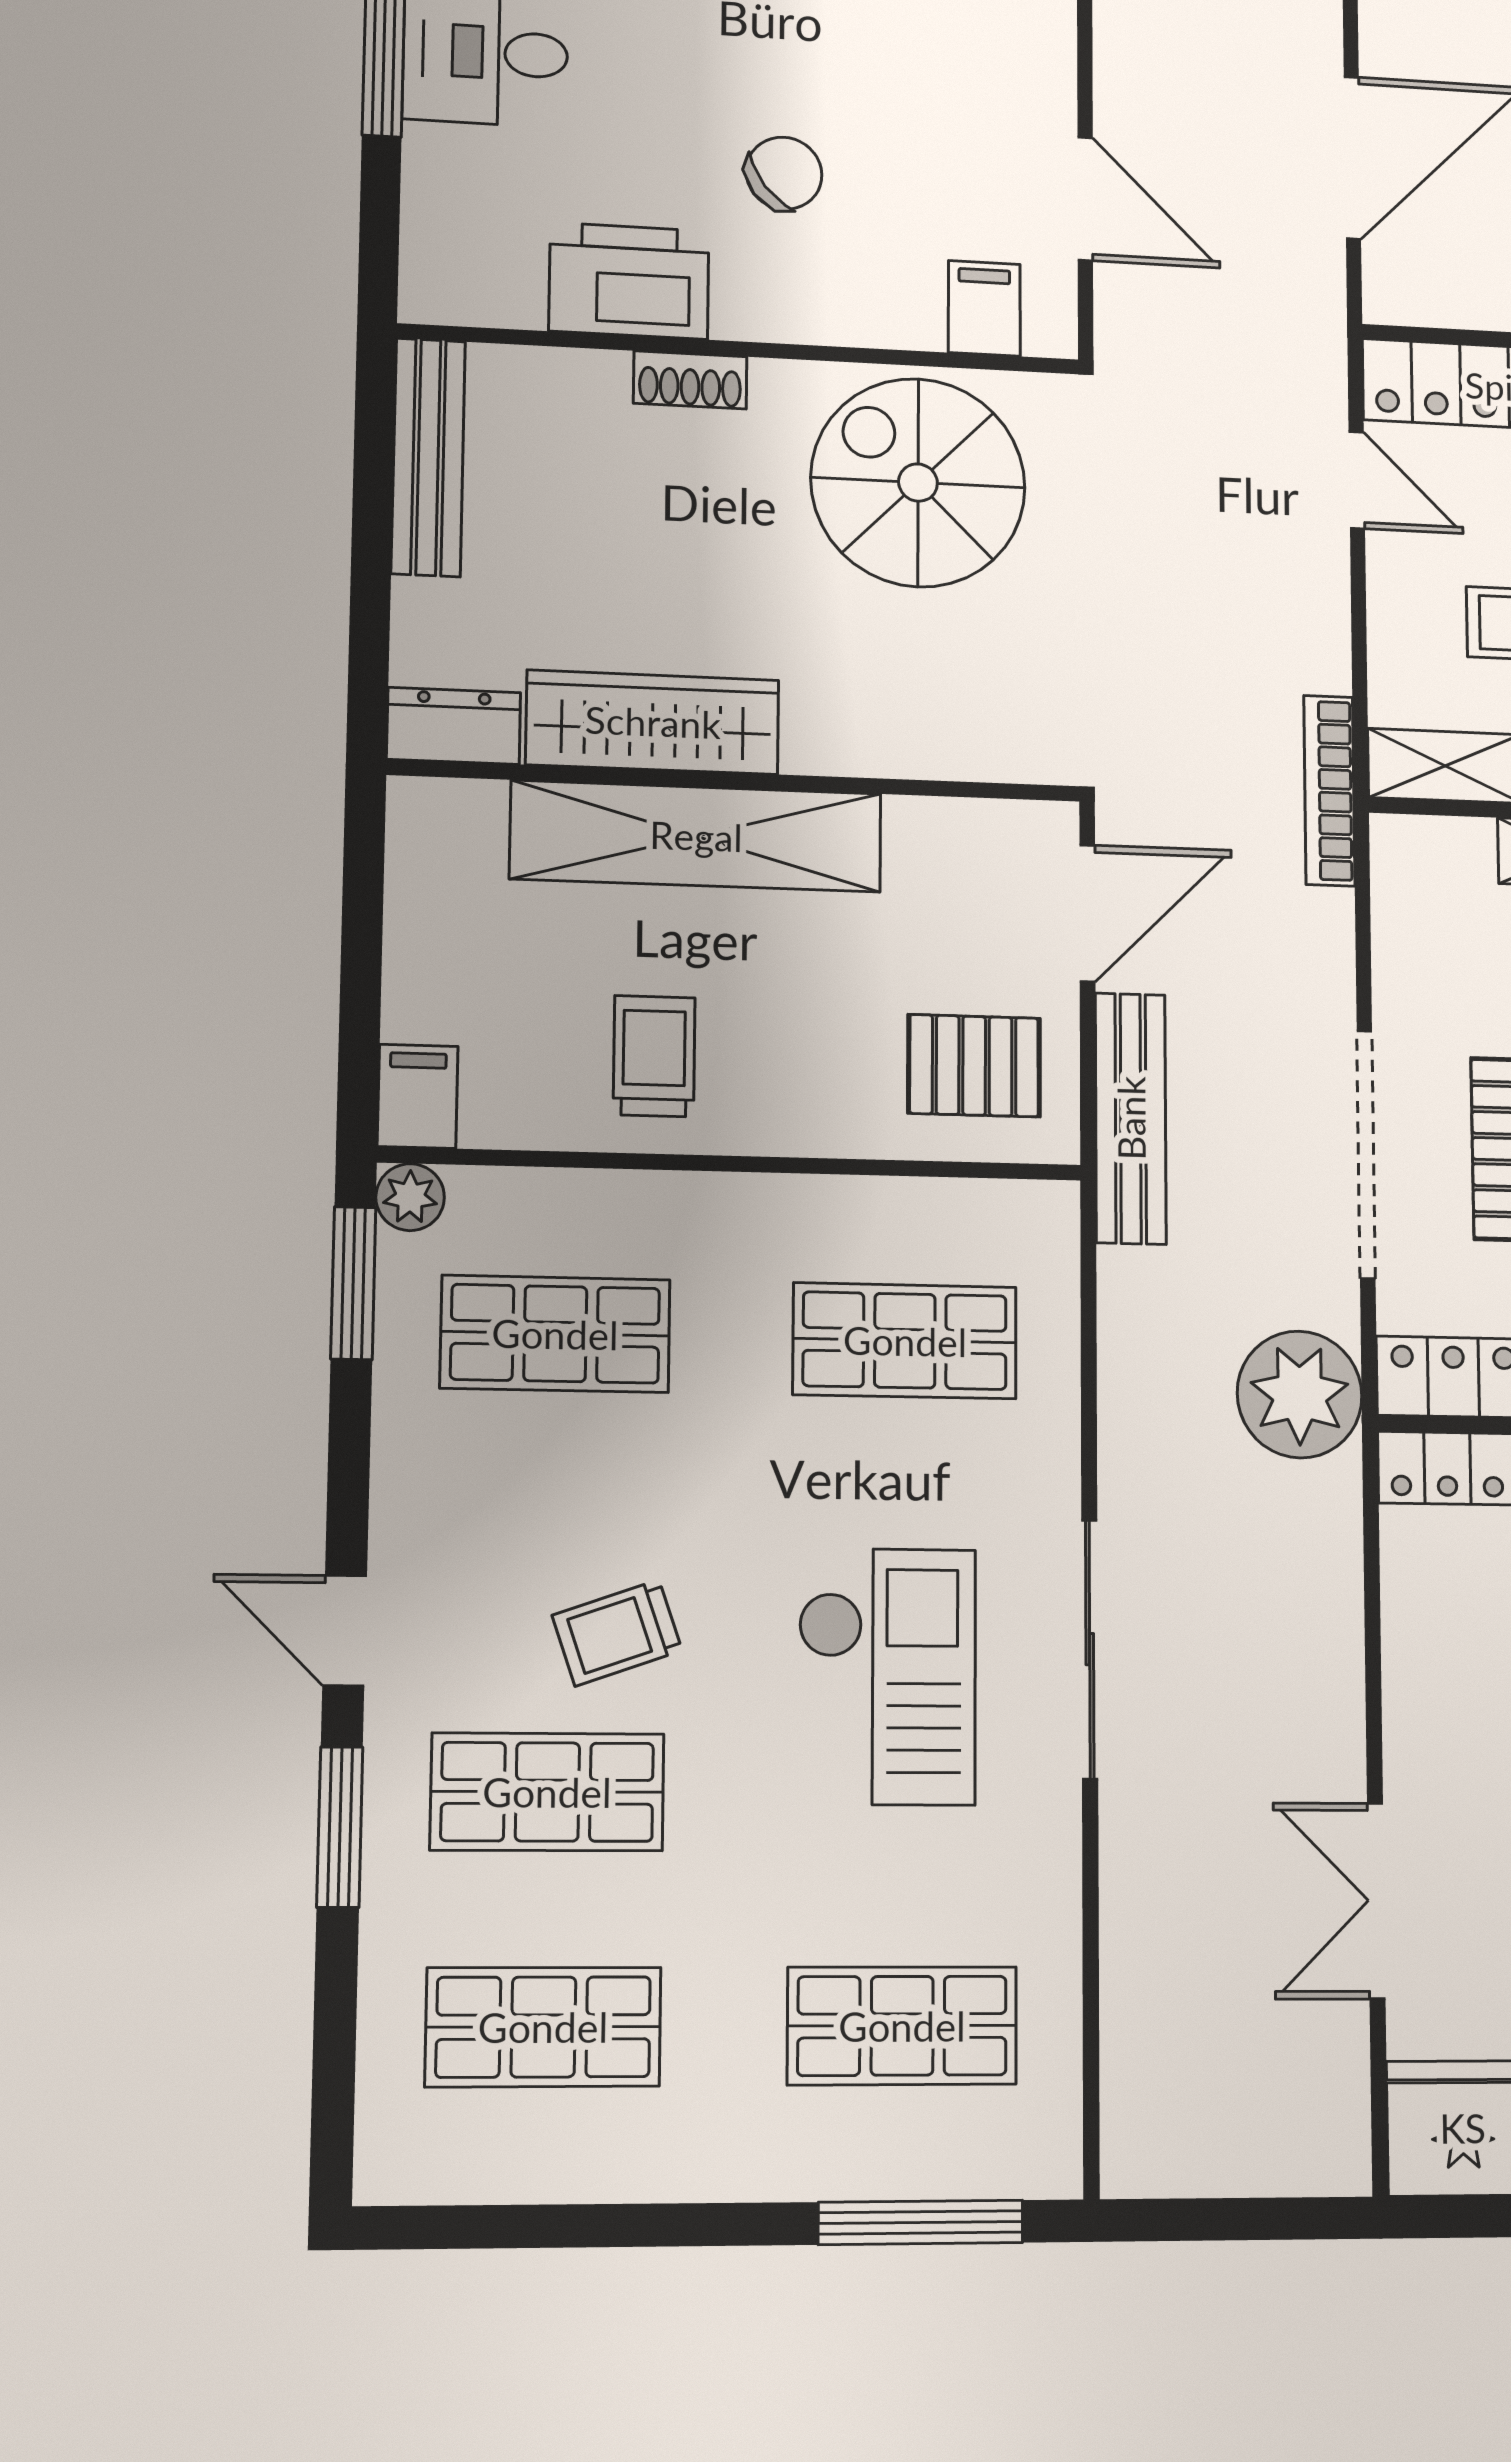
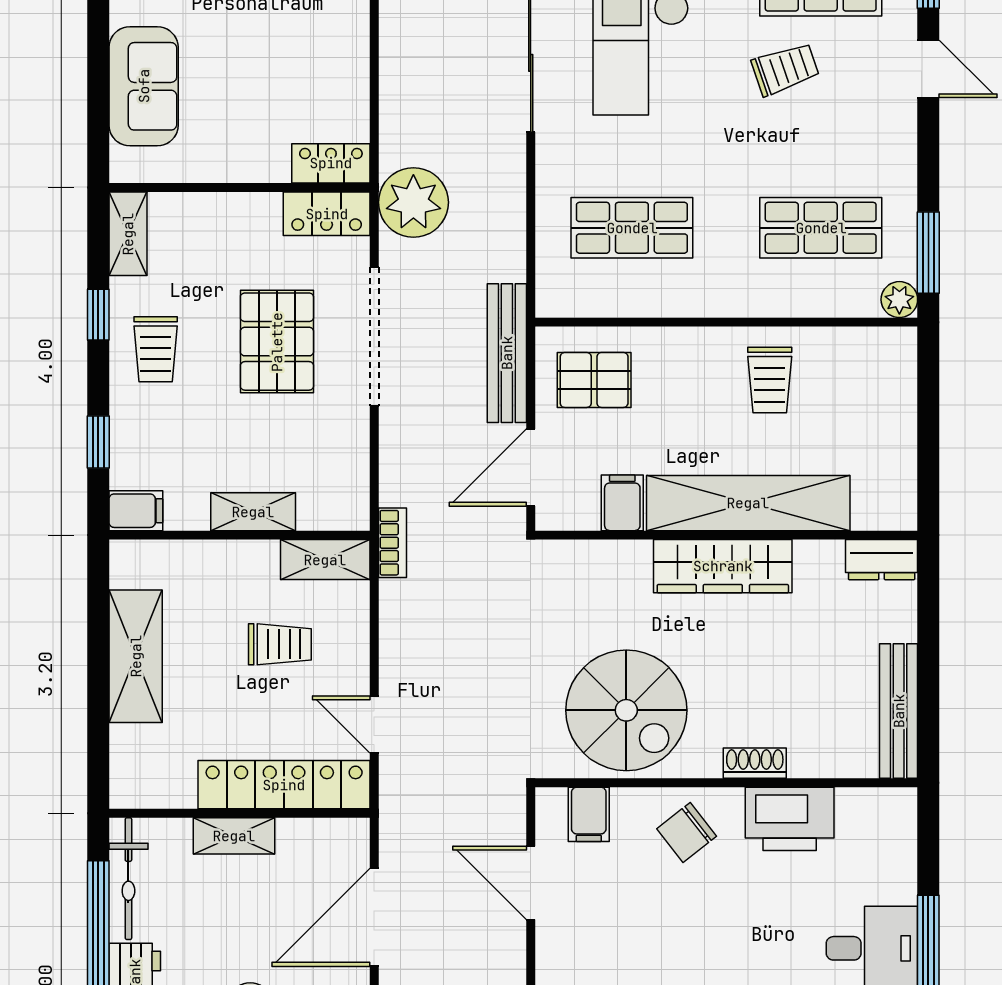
chair: (784, 173) -> (687, 832), moved
wardrobe: (653, 722) -> (723, 566), moved
bookcase: (1329, 791) -> (393, 543), width x0.64
filing cabinet: (418, 1096) -> (622, 503), moved, turned 180

